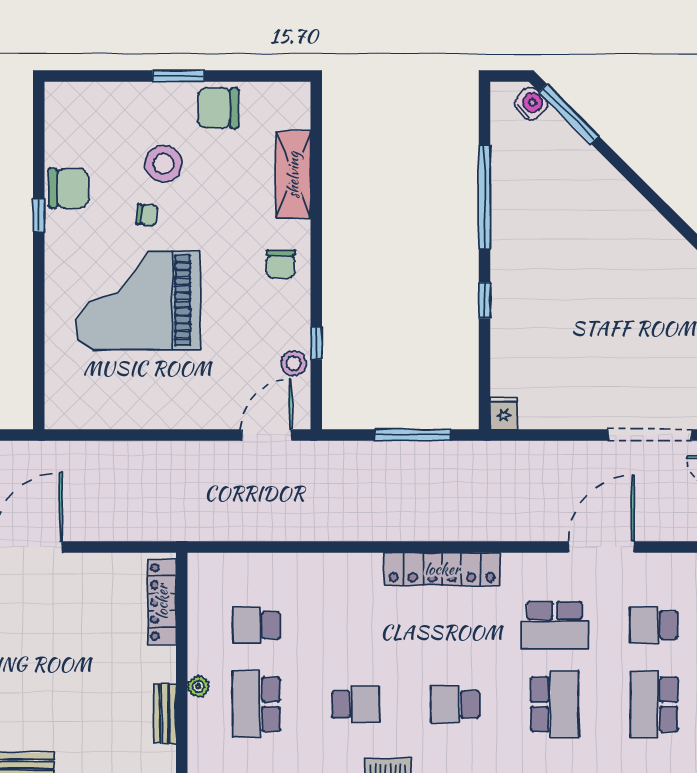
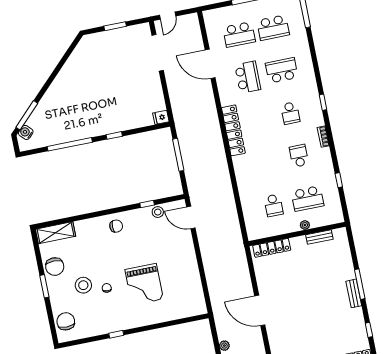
shelving: (293, 175) -> (55, 233), moved
chair: (69, 188) -> (66, 321), moved
grand piano: (138, 300) -> (144, 284), width x0.73, depth x0.68
school desk: (654, 625) -> (239, 34), width x1.85

